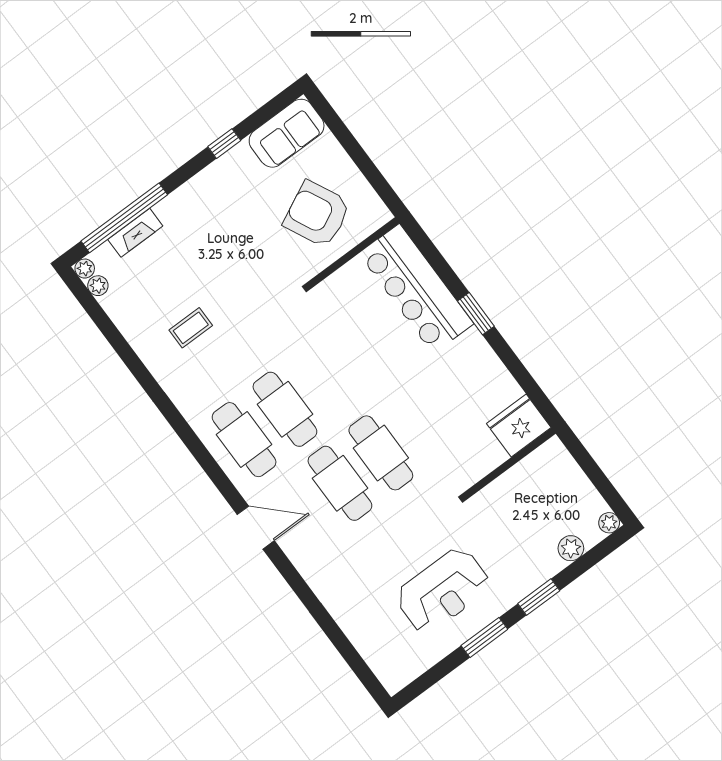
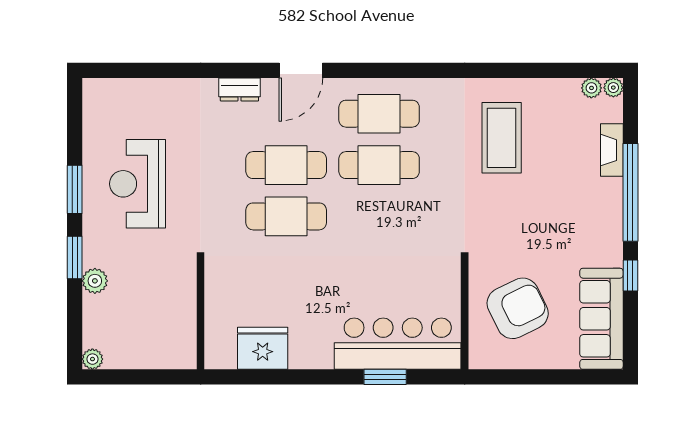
sofa: (287, 133) -> (601, 319), width x1.36
window: (124, 218) -> (630, 192), moved
window: (476, 314) -> (385, 377), moved
coffee table: (191, 328) -> (502, 138), width x1.86, depth x1.72
fridge: (519, 426) -> (263, 348), moved, turned -90
plant: (571, 548) -> (95, 281), moved
dresser: (307, 565) -> (239, 89), added

